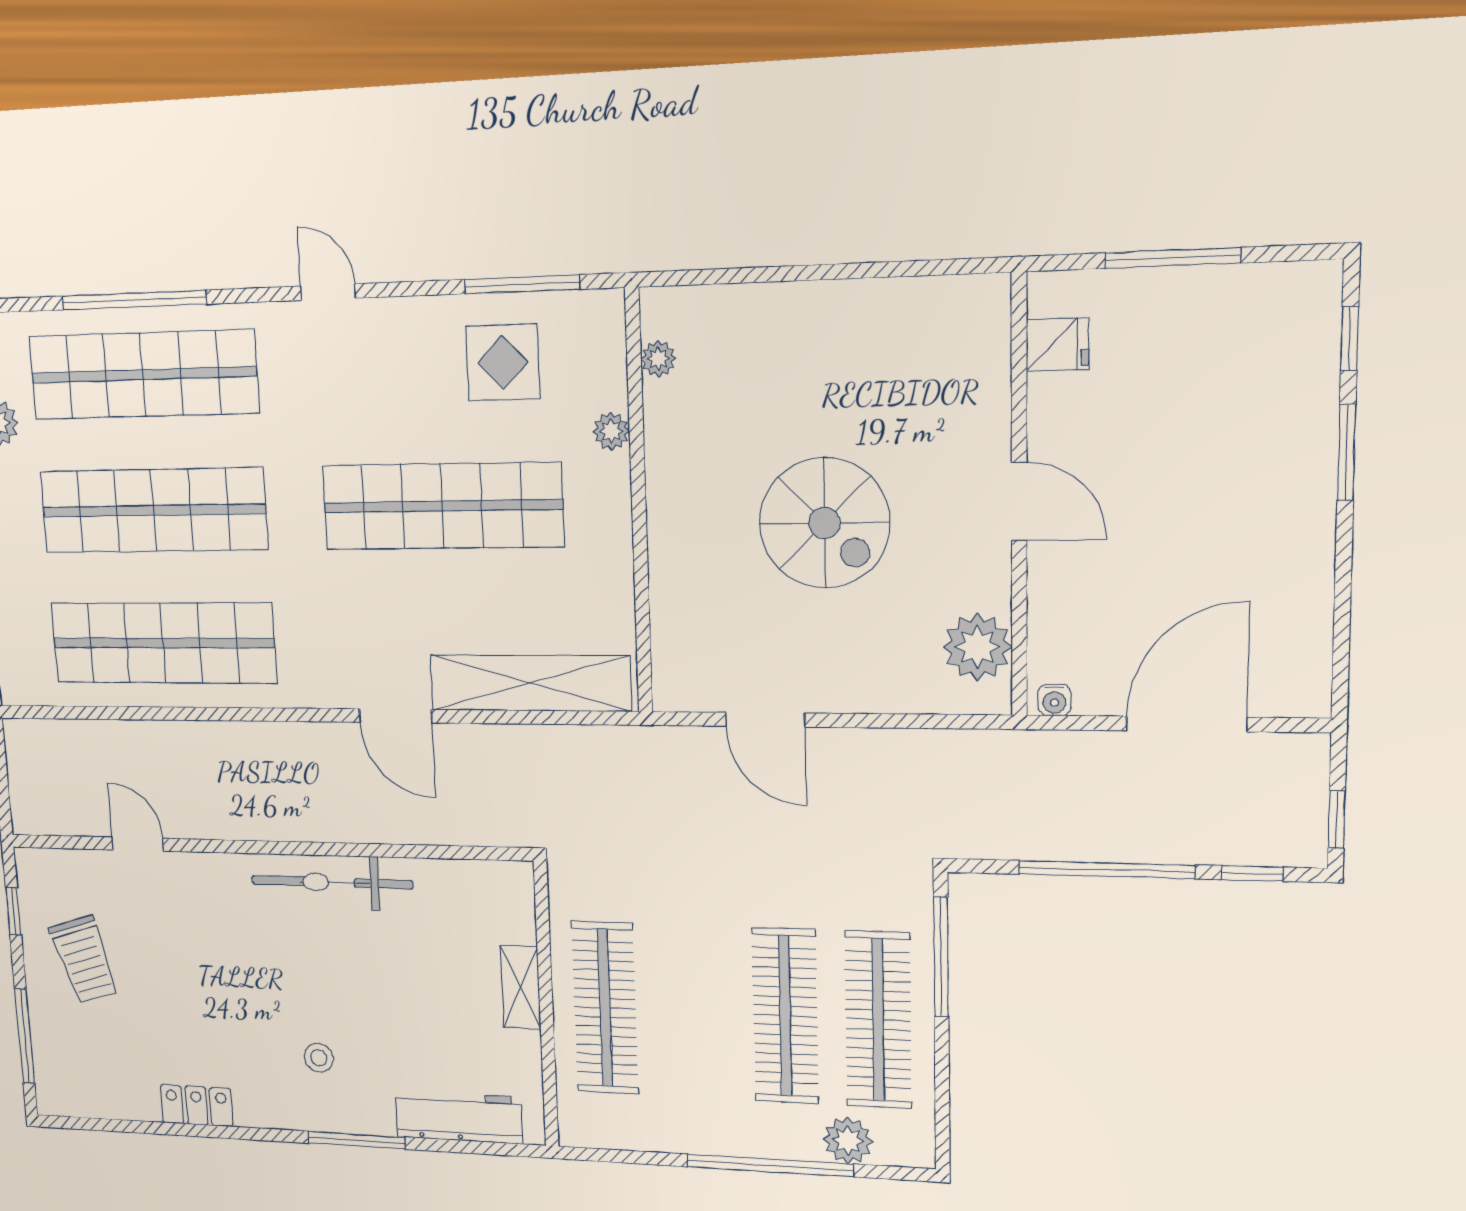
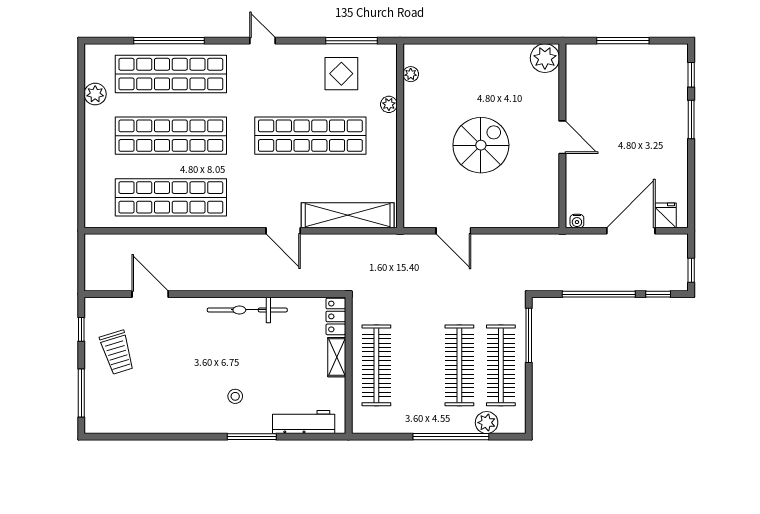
fridge: (1057, 345) -> (666, 215), moved, turned -90
spiral stairs: (825, 523) -> (481, 145), turned -90
plant: (977, 647) -> (545, 58), moved
door: (138, 844) -> (150, 294), width x1.38
locker: (197, 1106) -> (336, 316), moved, turned -90

